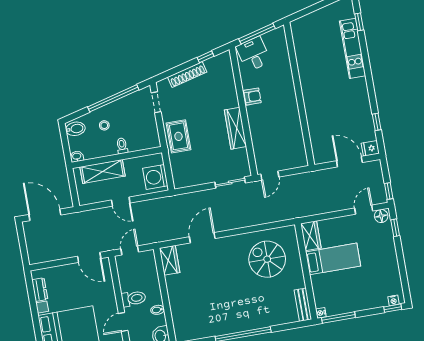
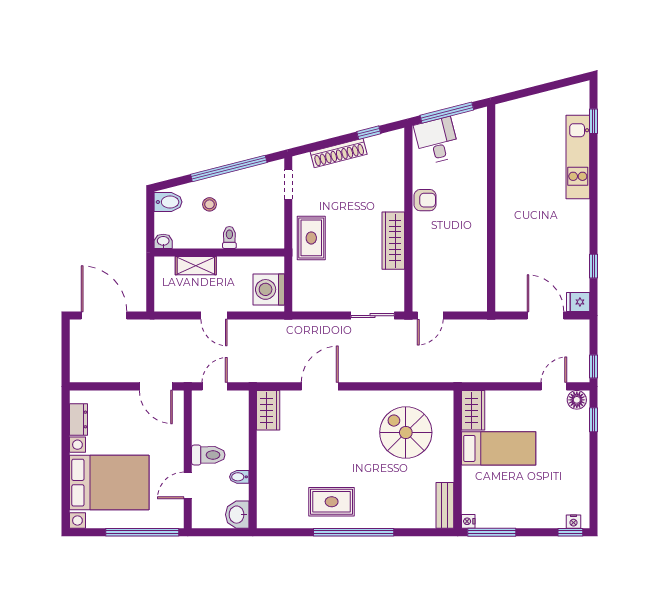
shelving: (103, 171) -> (196, 266), width x0.67, depth x0.75
rug: (224, 316) -> (332, 502), added

